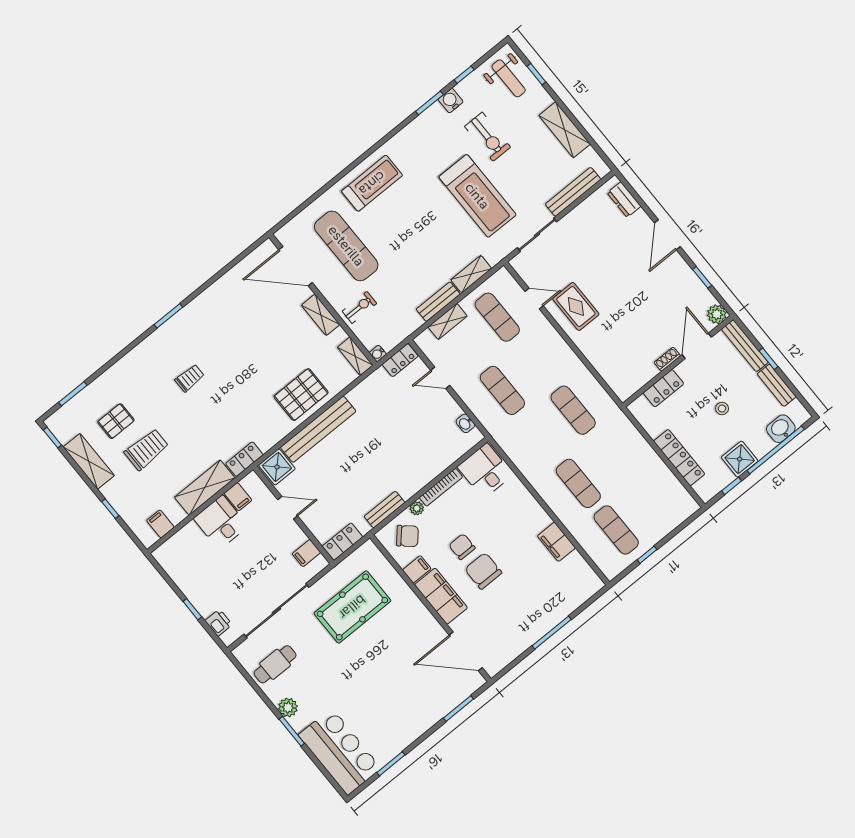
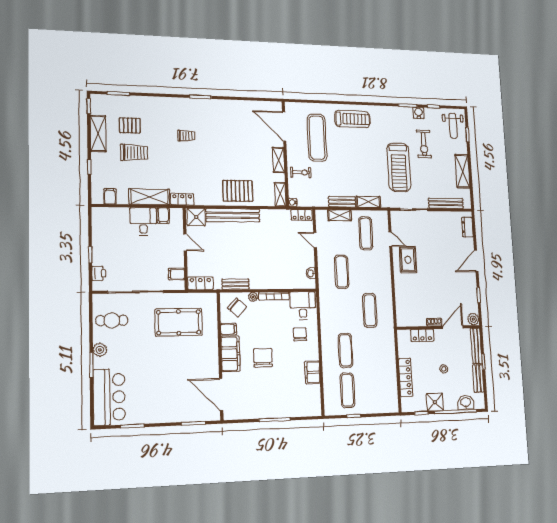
chair: (462, 547) -> (300, 334), moved

